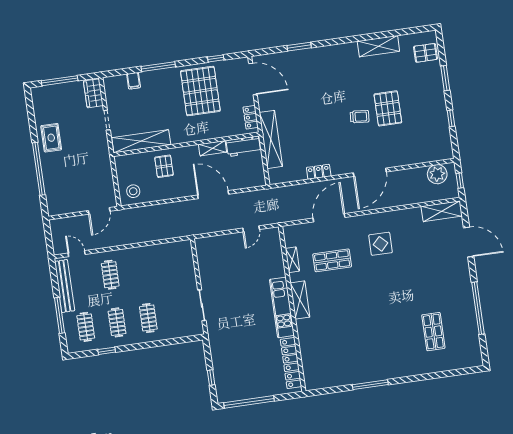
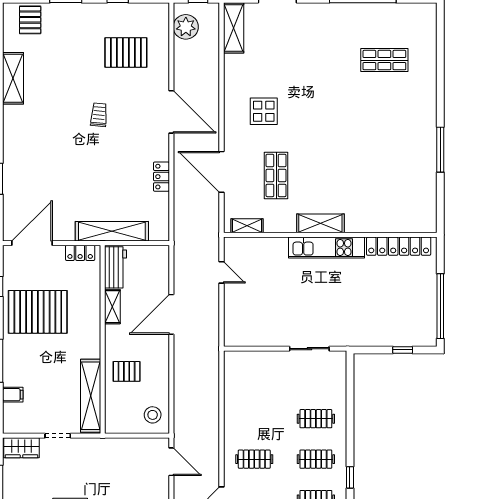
pallet: (388, 108) -> (126, 52), moved
shelving: (292, 260) -> (247, 226), moved

